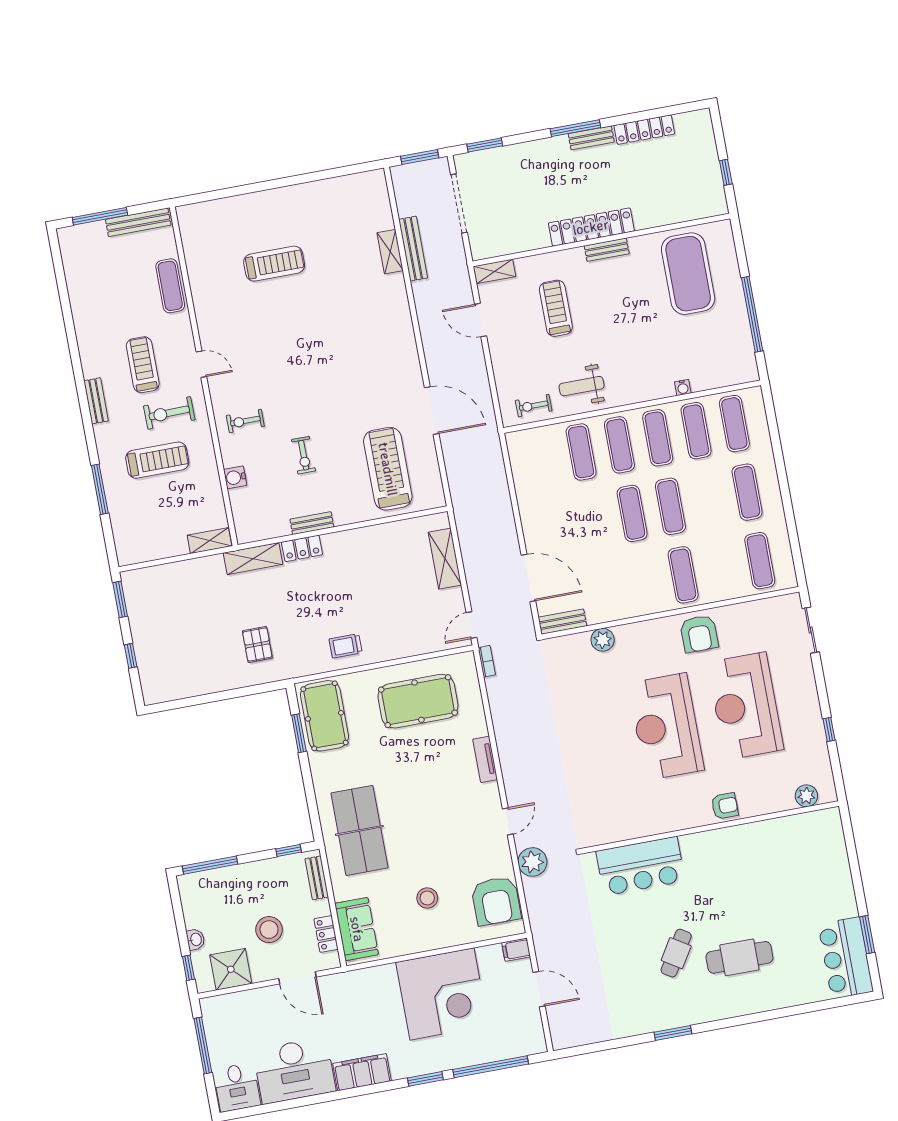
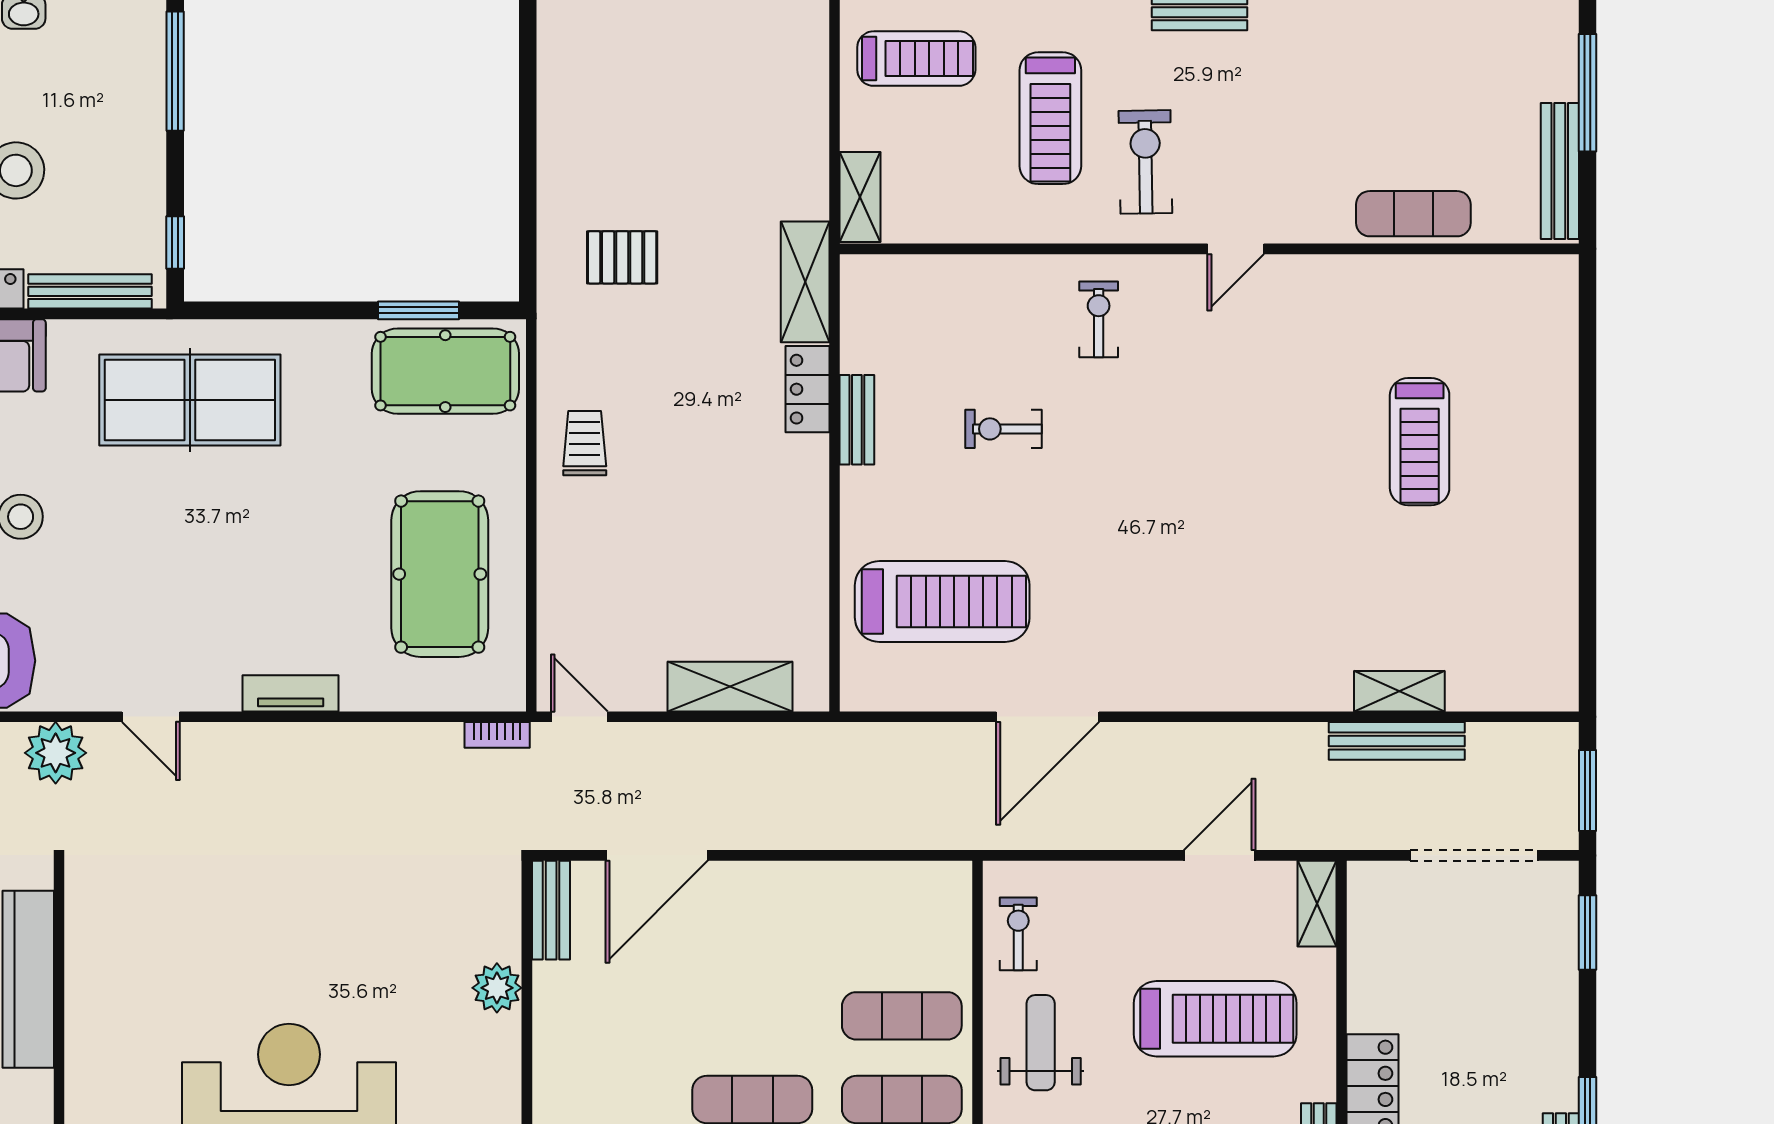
treadmill: (556, 308) -> (1215, 1019), width x1.37, depth x1.38
treadmill: (143, 365) -> (916, 59), moved
water cooler: (235, 477) -> (983, 276), removed
bench: (317, 878) -> (90, 291), width x1.36

